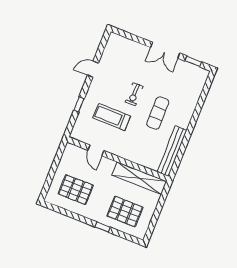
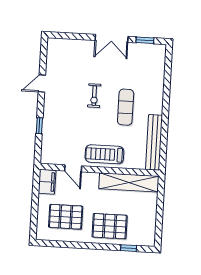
treadmill: (112, 117) -> (104, 154), moved
filing cabinet: (70, 155) -> (47, 182), added
pallet: (125, 212) -> (110, 226), moved
window: (103, 227) -> (129, 248), moved

